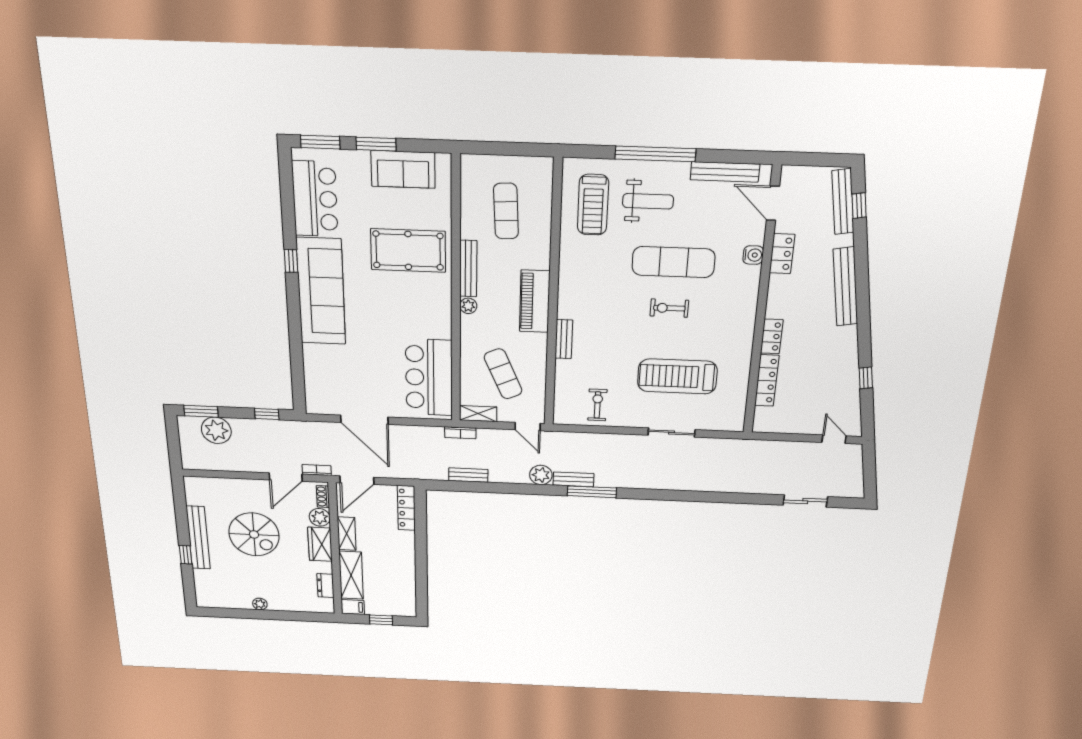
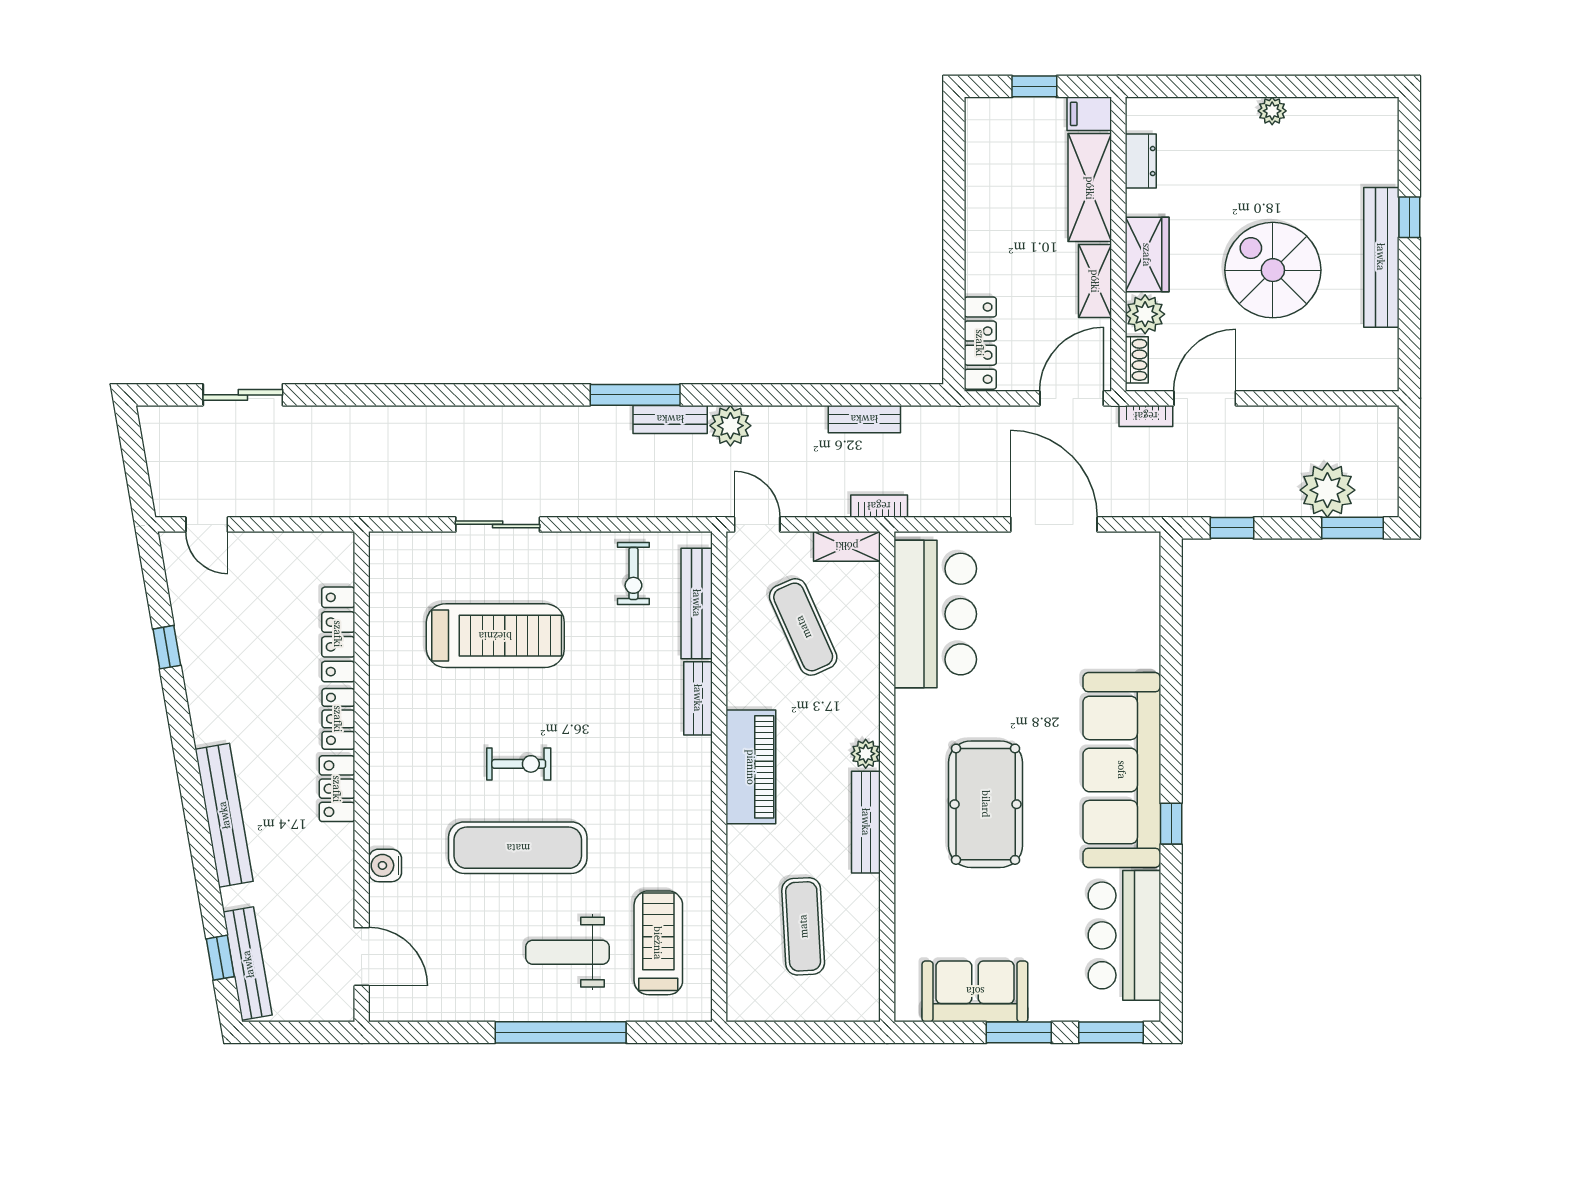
bench: (725, 172) -> (697, 603), moved, turned 90
pool table: (408, 251) -> (986, 804), moved, turned 90
locker: (782, 254) -> (337, 789), moved

